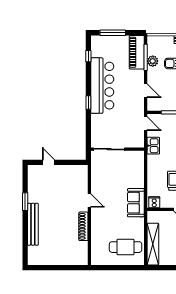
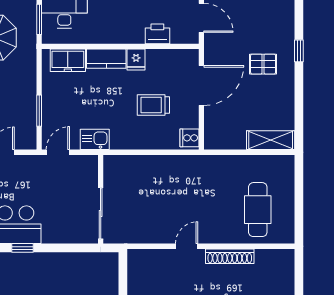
sofa: (136, 203) -> (190, 169), removed
shelving: (153, 244) -> (271, 140), width x0.68
cafe table: (126, 247) -> (258, 210), moved

